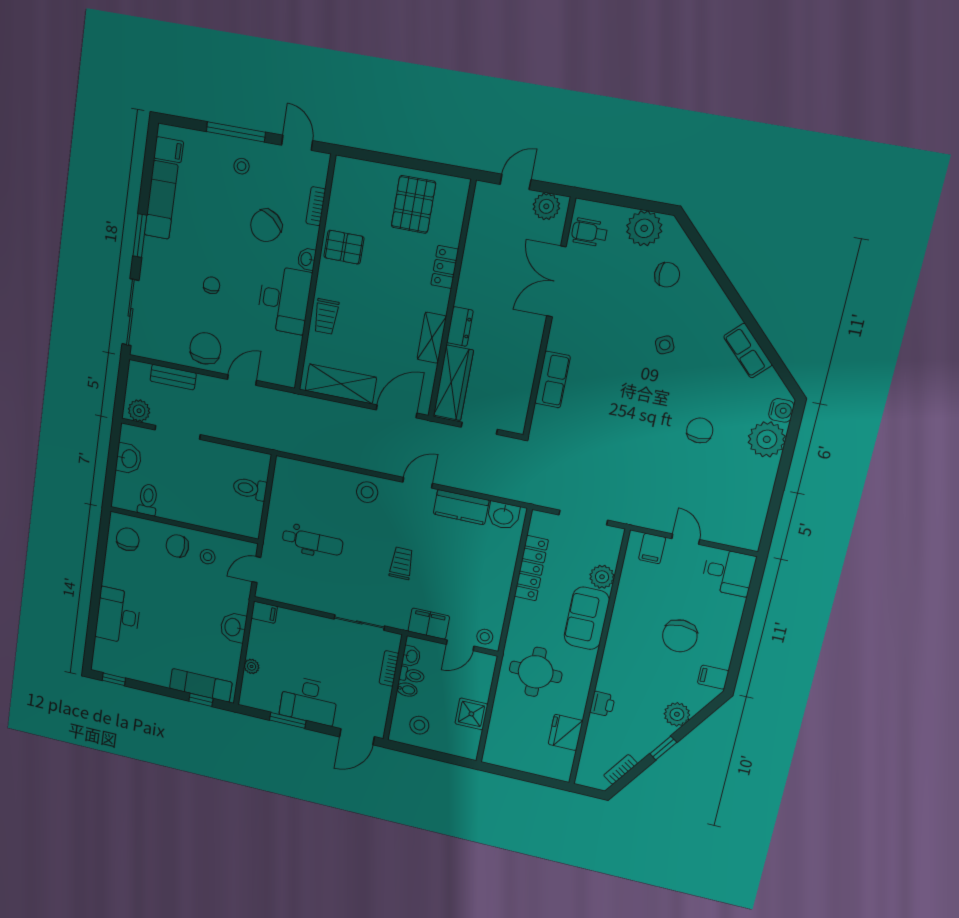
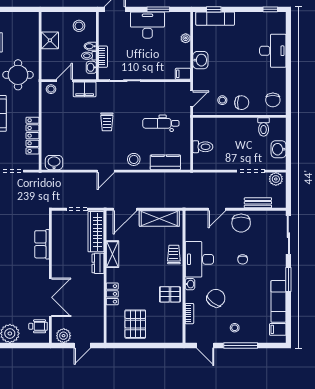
kitchen counter: (461, 507) -> (165, 162), moved

